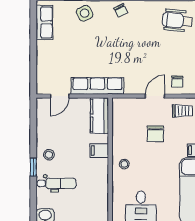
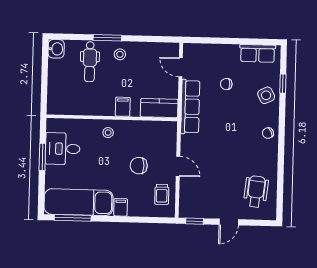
chair: (177, 81) -> (226, 84), moved
window: (33, 167) -> (107, 38), width x1.50

